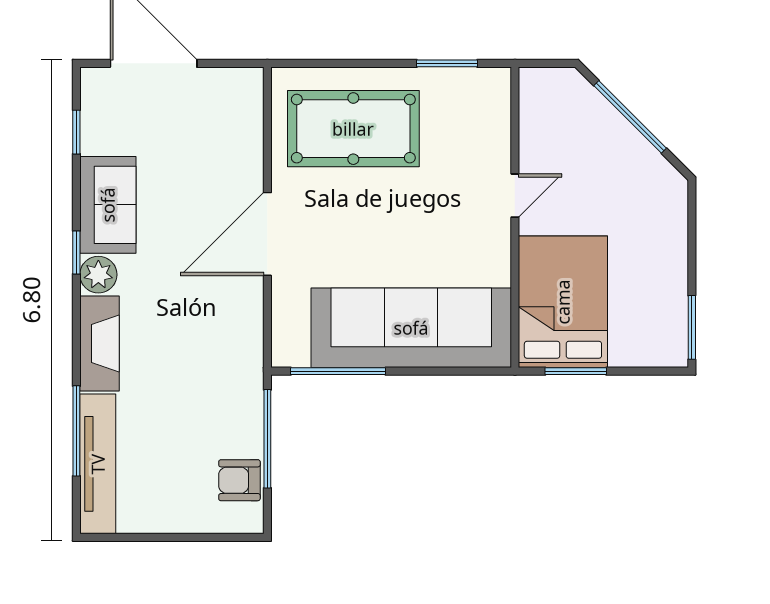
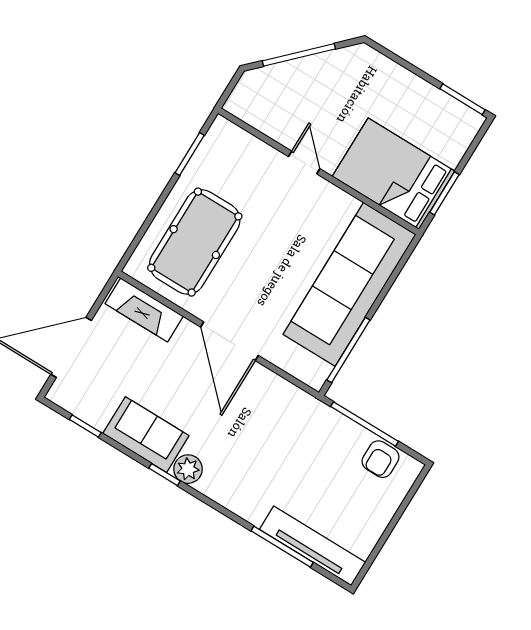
fireplace: (100, 344) -> (144, 310), moved, turned 180

